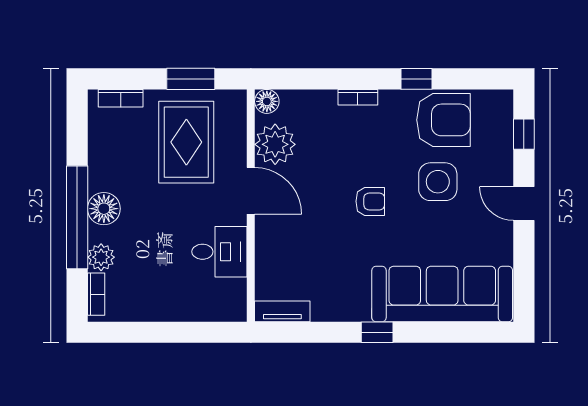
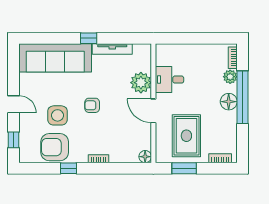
plant: (275, 144) -> (141, 83), moved
tv unit: (282, 311) -> (112, 49), moved, width x1.41

